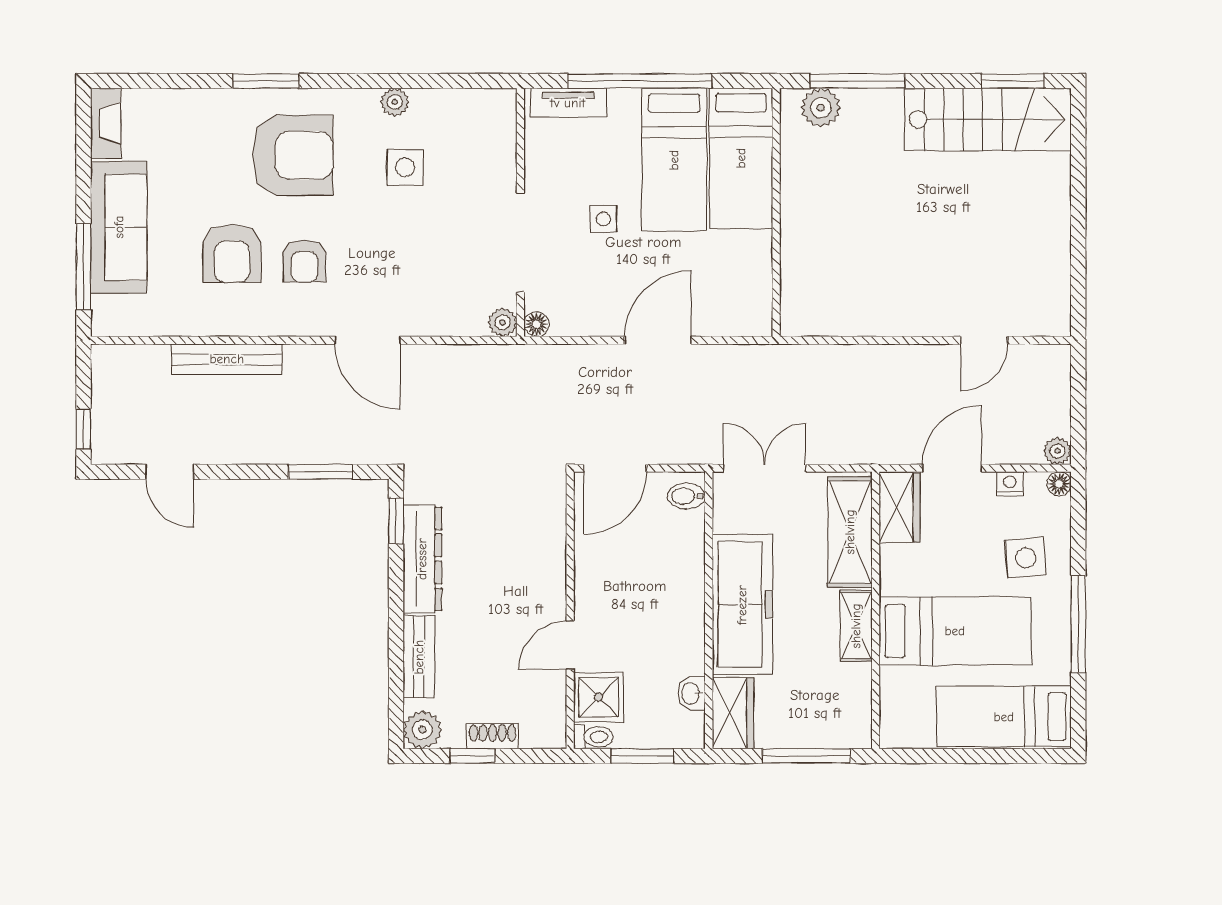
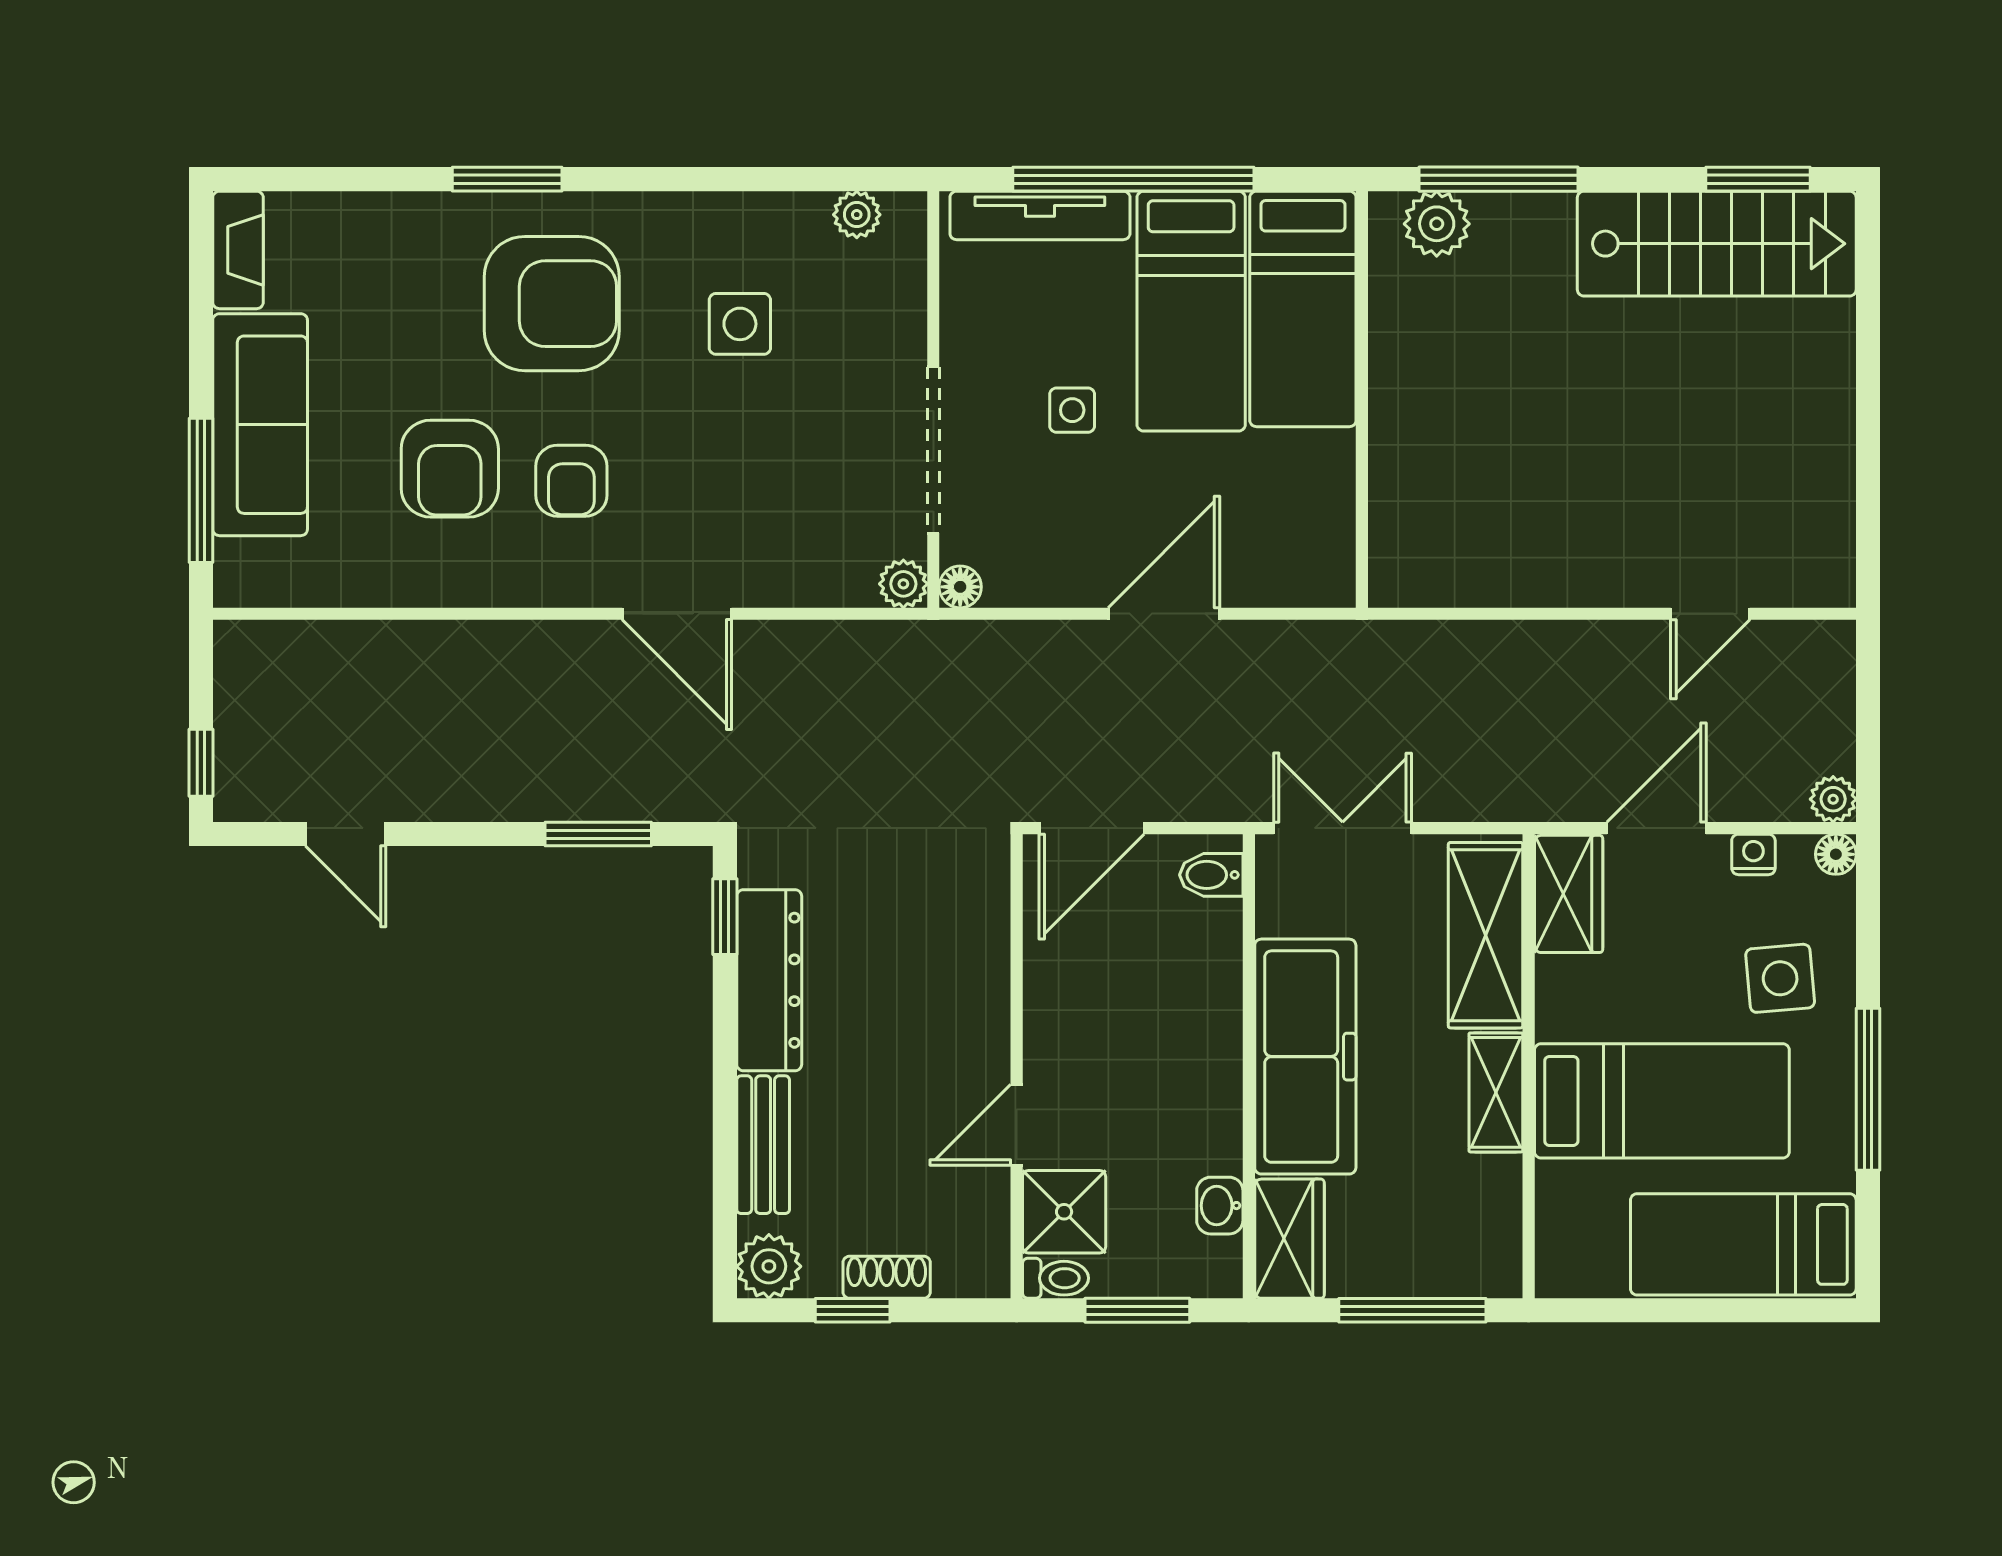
plant: (395, 102) -> (857, 215), moved
tv unit: (568, 103) -> (1040, 215), width x1.41
bench: (227, 359) -> (441, 646), removed

